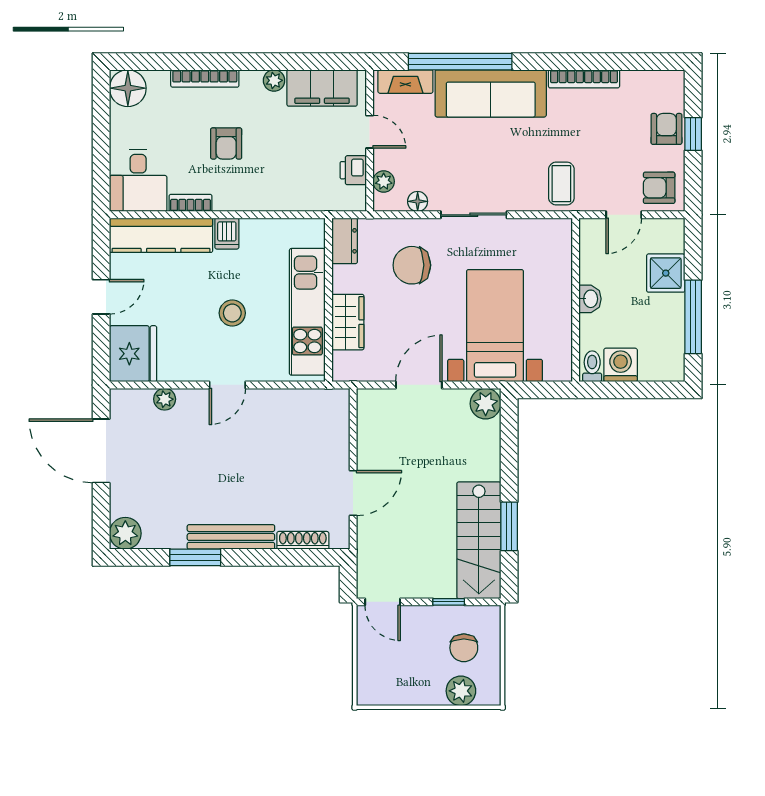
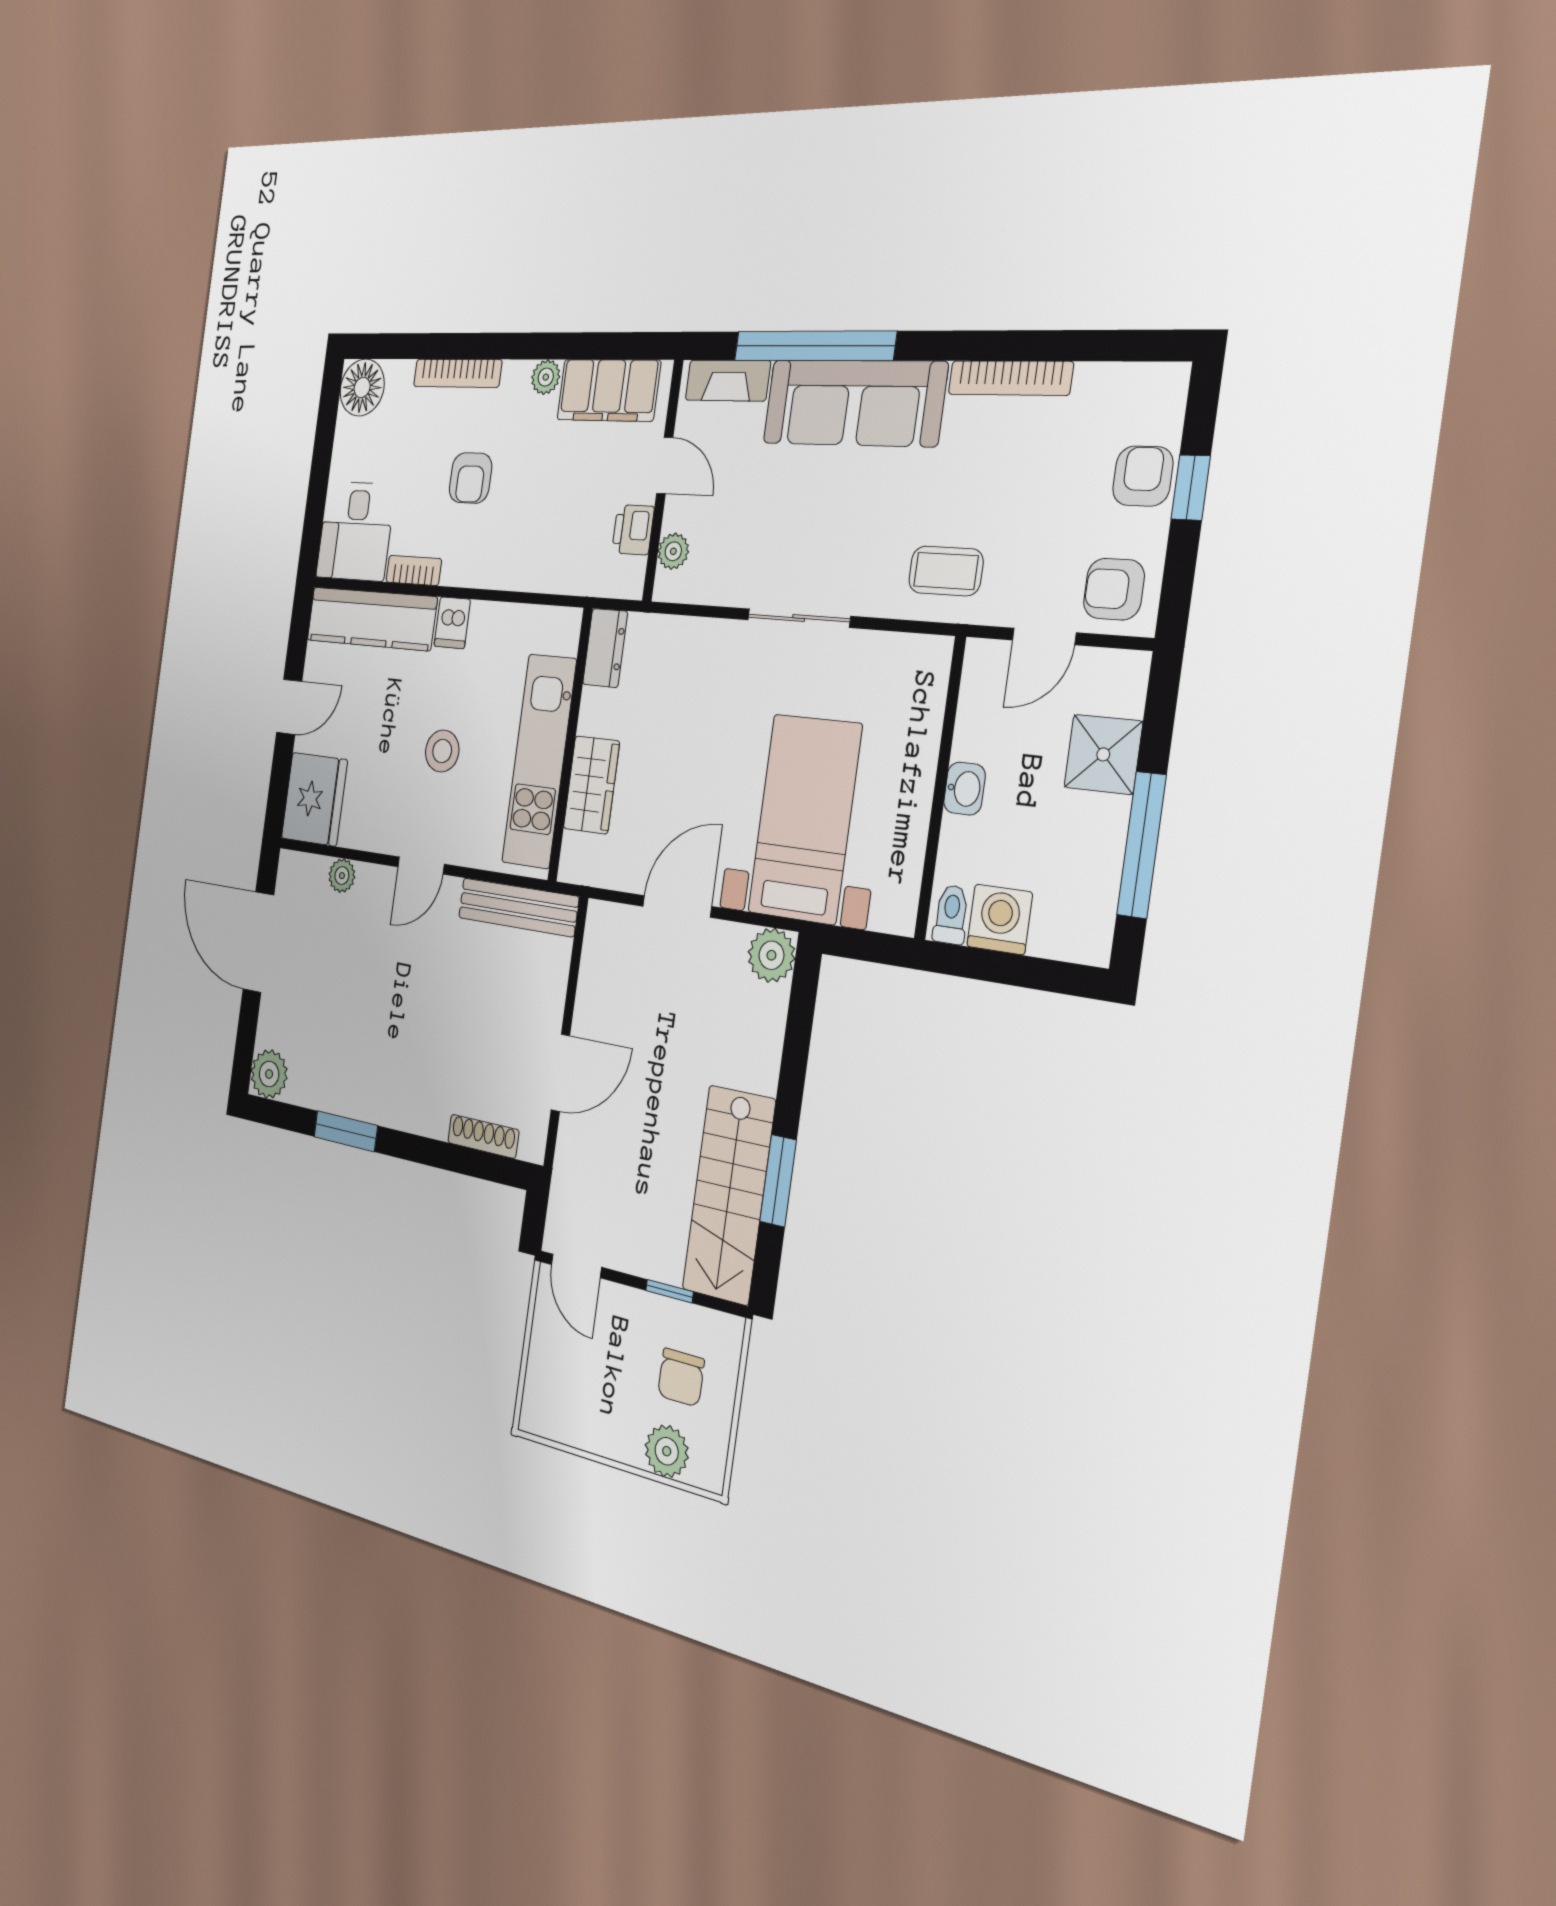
coffee table: (561, 184) -> (946, 571), turned 90
floor lamp: (418, 201) -> (718, 589), removed
chair: (412, 265) -> (694, 698), removed
bench: (231, 537) -> (518, 907), moved

